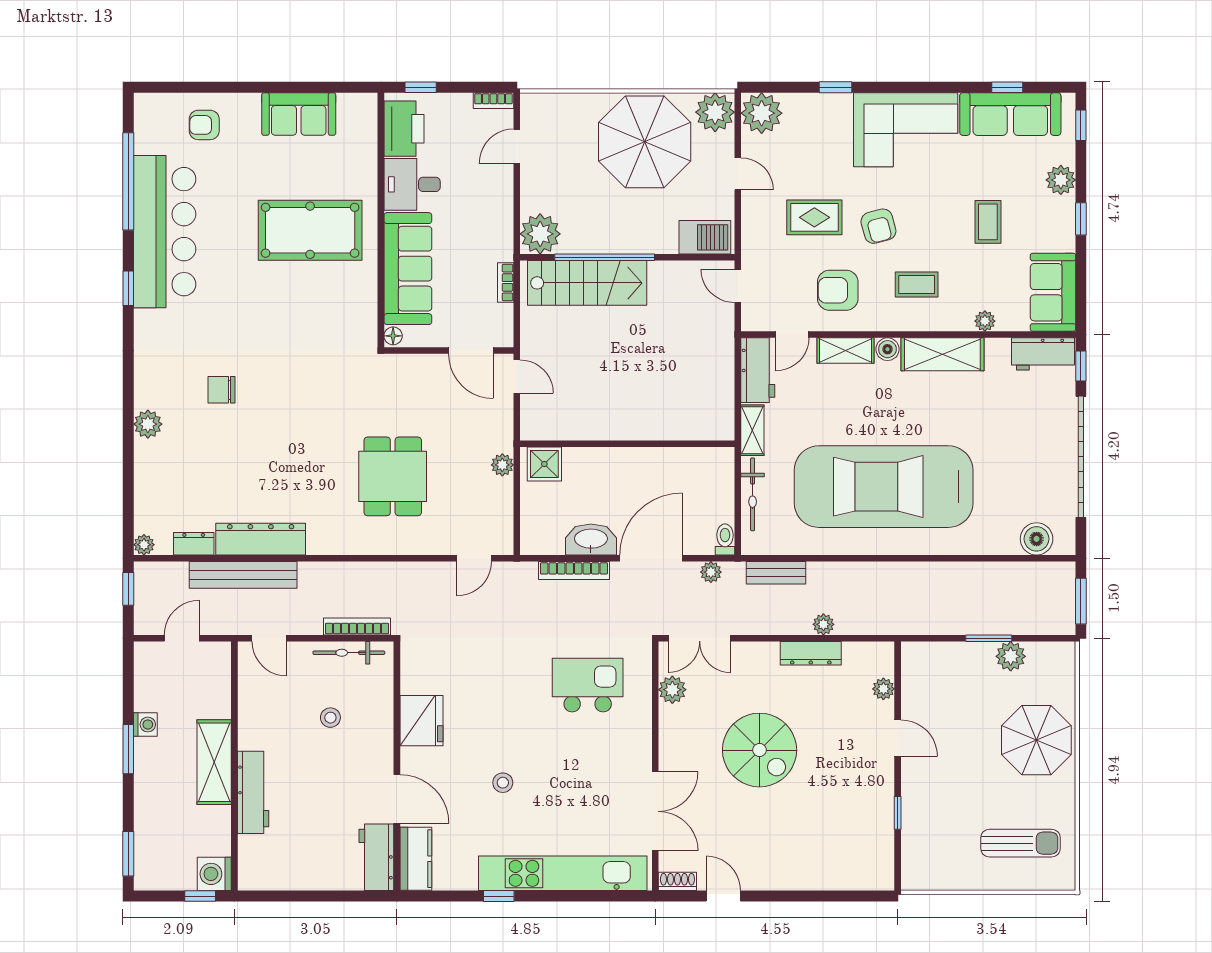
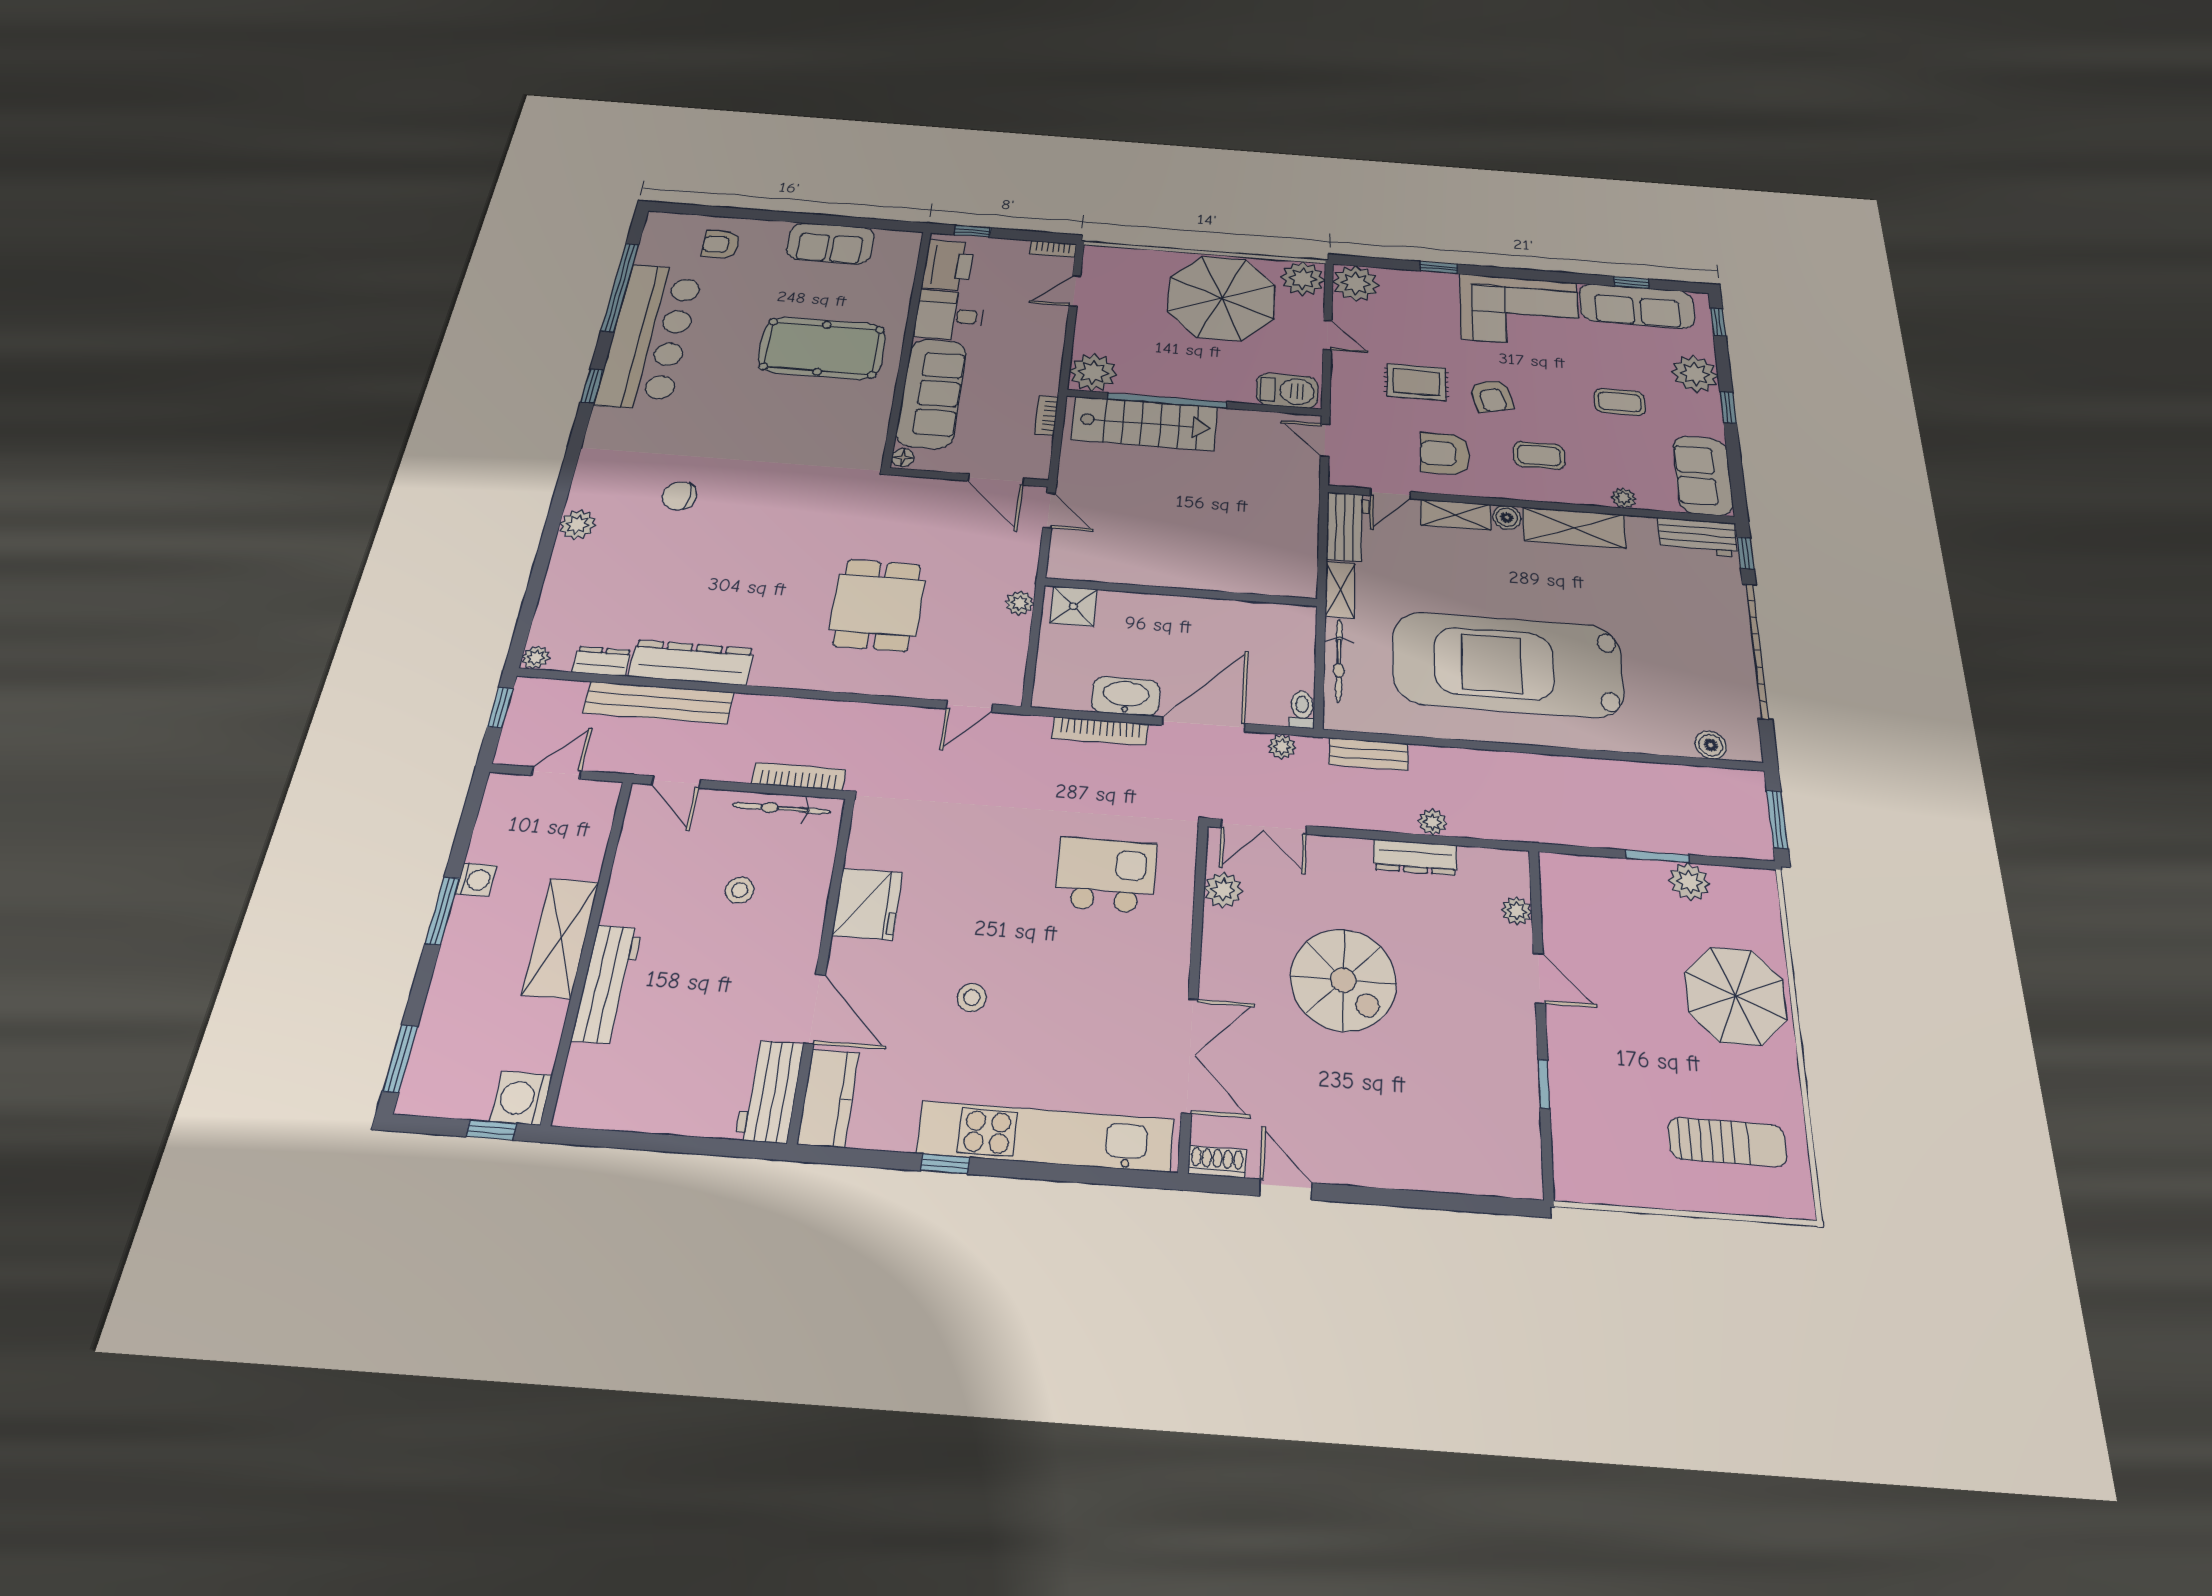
plant: (1061, 180) -> (1695, 374), width x1.36, depth x1.36
coffee table: (988, 222) -> (1620, 402), turned 90
boiler: (1037, 539) -> (1711, 745), width x0.73, depth x0.73

